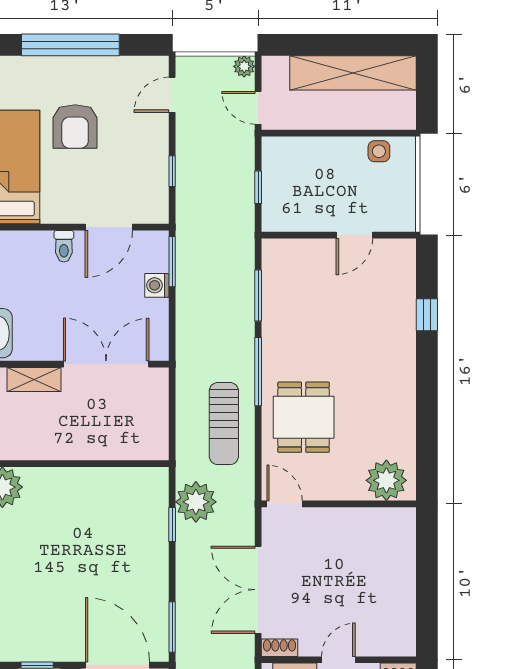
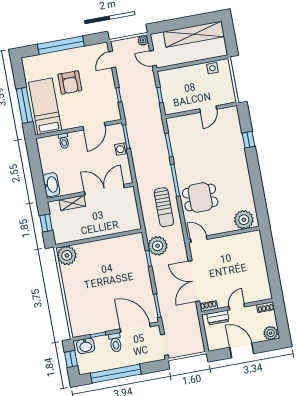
toilet: (64, 246) -> (64, 141), moved
dining table: (304, 417) -> (200, 197), turned 90

